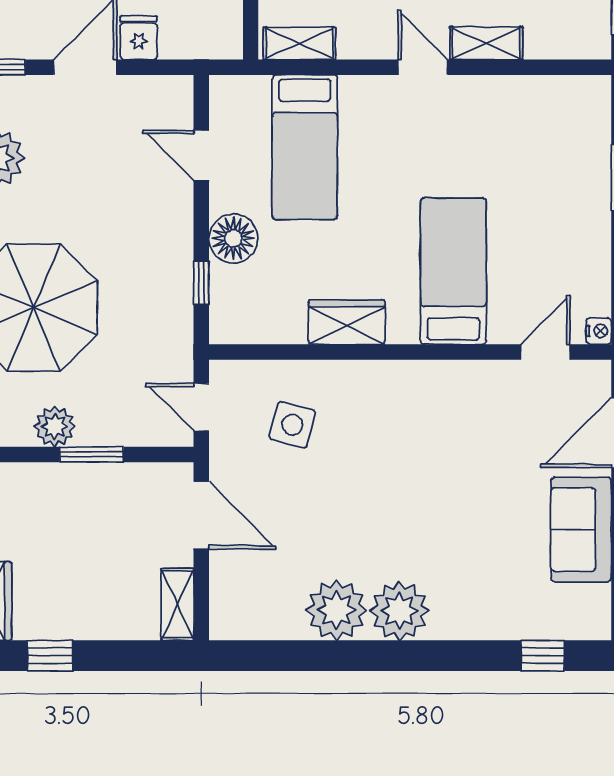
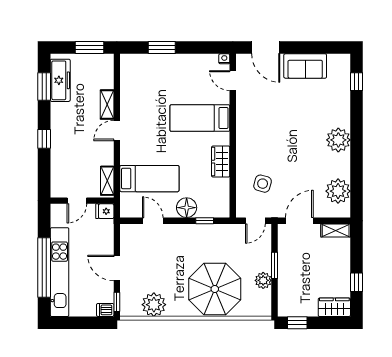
fridge: (139, 38) -> (105, 211), moved
door: (201, 155) -> (153, 221), swing flipped
plant: (337, 610) -> (338, 191), moved

